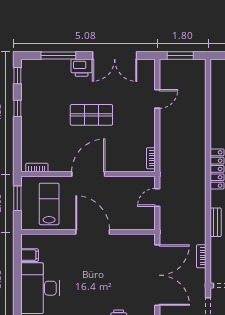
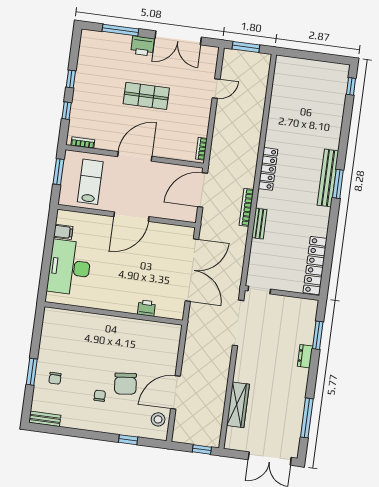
window: (17, 76) -> (67, 111), moved
door: (157, 197) -> (203, 190), width x1.88
door: (93, 232) -> (131, 217), swing flipped
bookcase: (201, 256) -> (246, 207), moved, width x1.56

